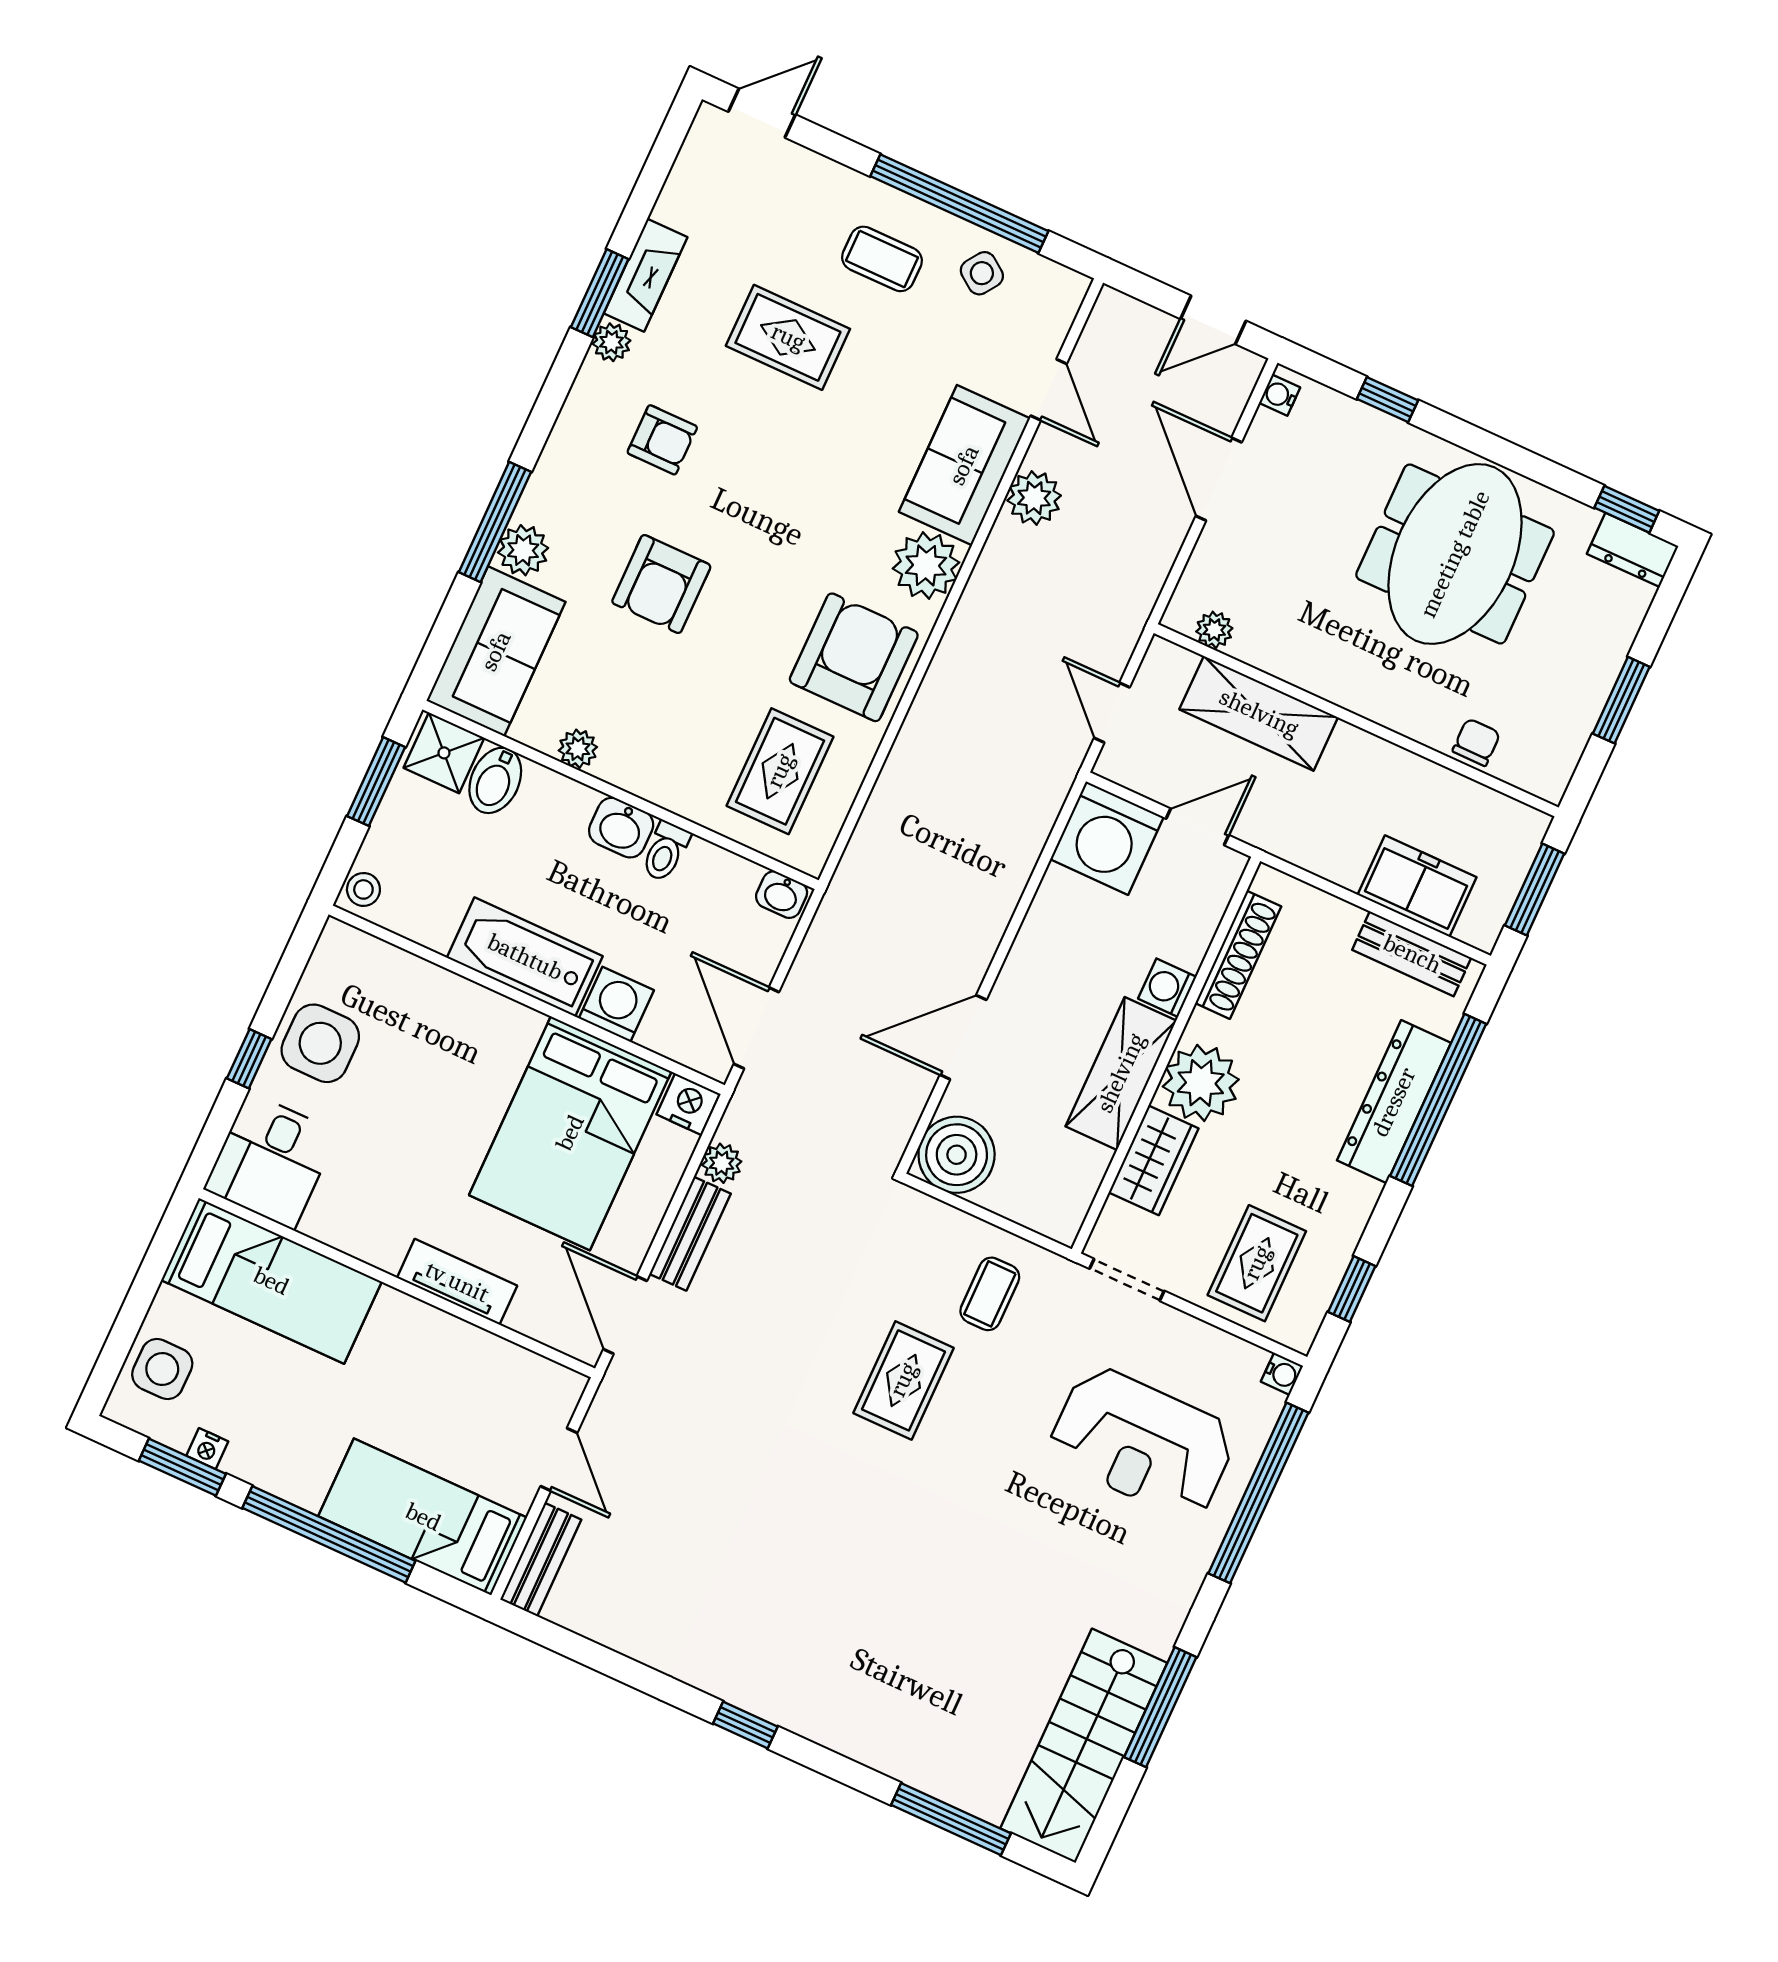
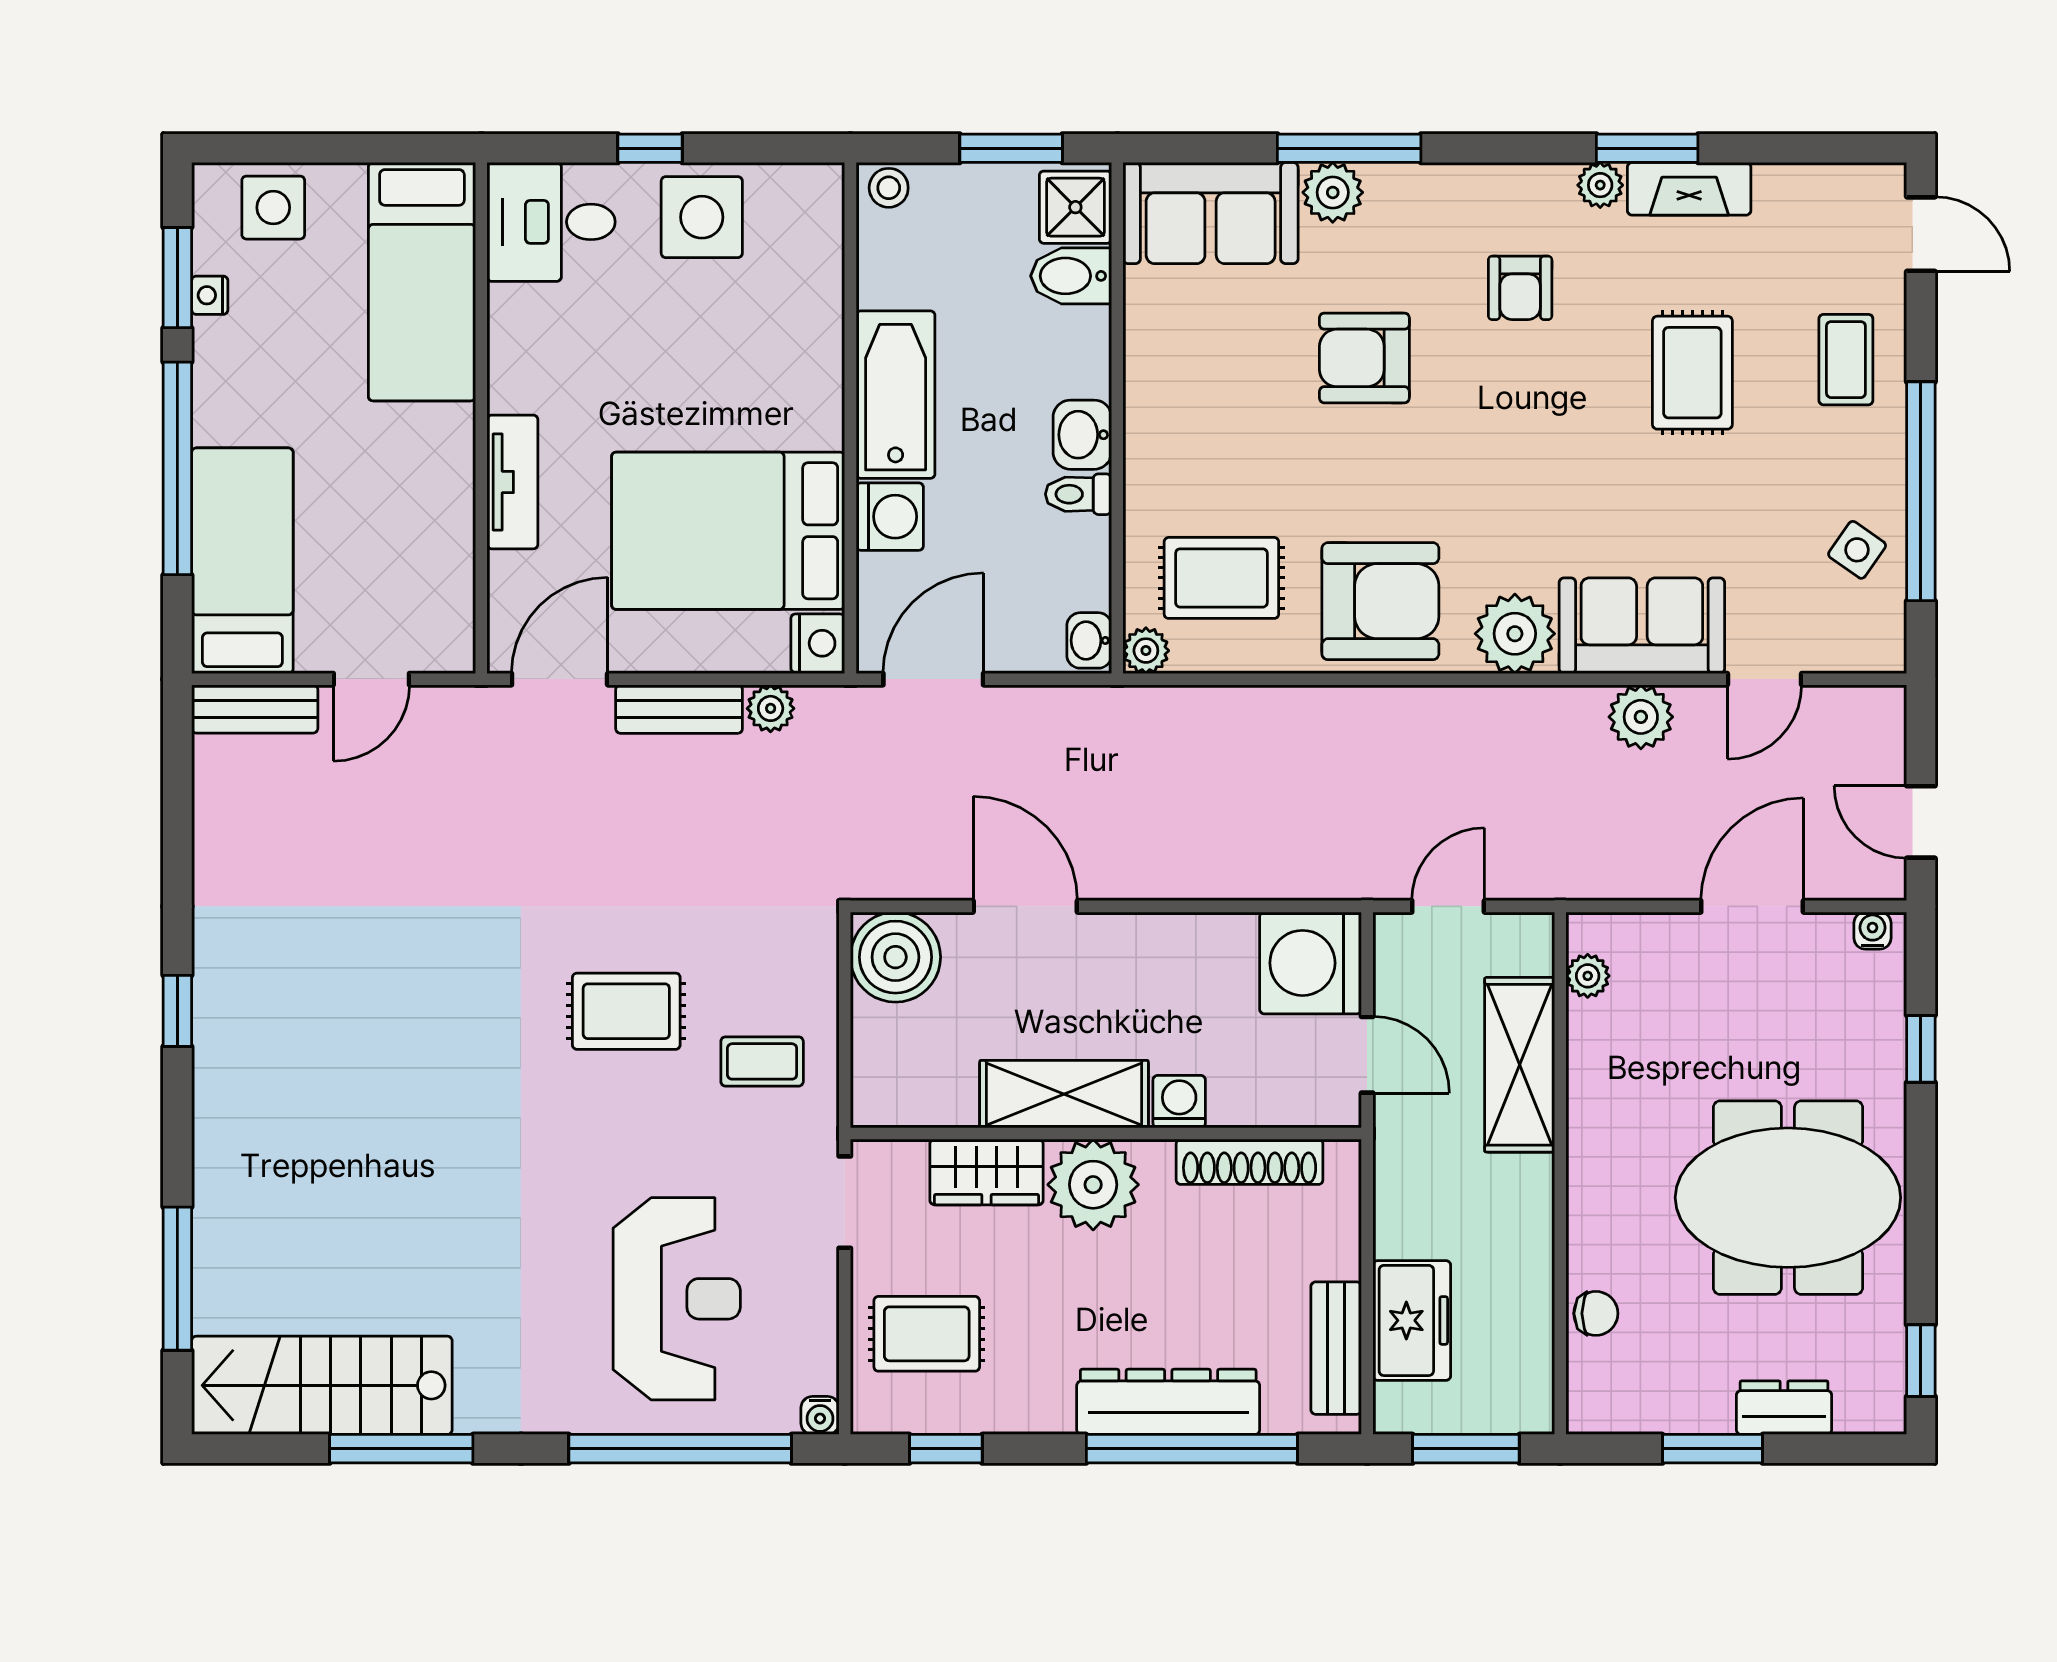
coffee table: (882, 259) -> (1846, 360), moved
dresser: (1633, 550) -> (1784, 1408), moved, turned 90
plant: (578, 749) -> (1146, 651), moved
reception desk: (1142, 1443) -> (677, 1299), turned 180

